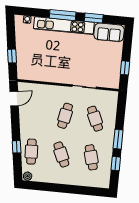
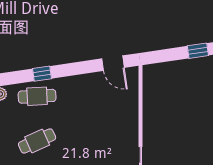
window: (12, 56) -> (198, 51), moved
cafe table: (65, 116) -> (95, 141), removed

